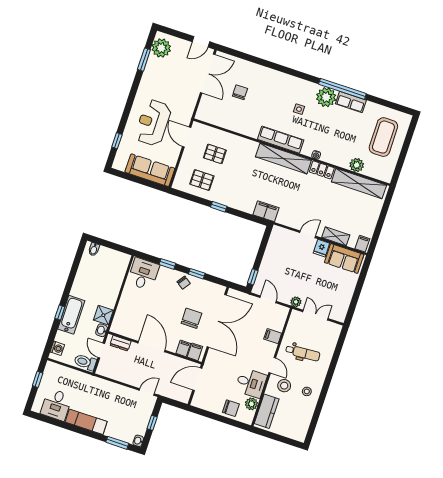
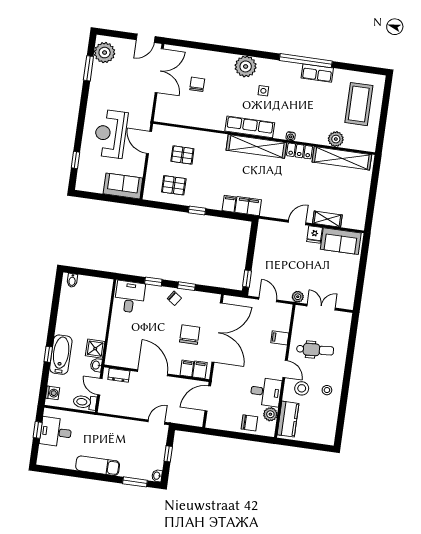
plant: (326, 97) -> (246, 66), moved
sofa: (150, 170) -> (123, 186), width x0.73
filing cabinet: (362, 244) -> (229, 204), moved
desk: (56, 405) -> (56, 432), moved, turned 90

